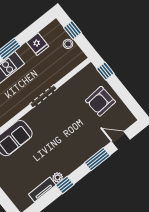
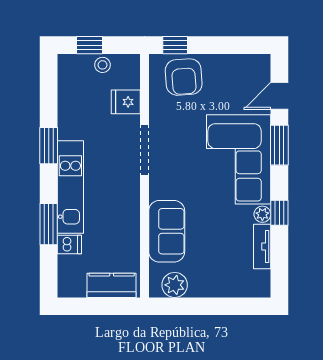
fridge: (38, 44) -> (126, 102), moved, turned 180
armchair: (100, 101) -> (184, 77), moved
corner sofa: (75, 145) -> (239, 159), added

